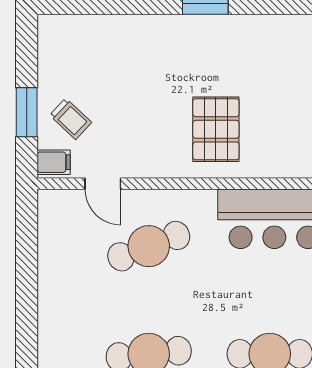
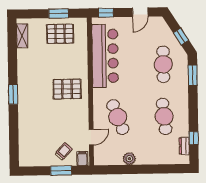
plant: (52, 271) -> (129, 159), added

